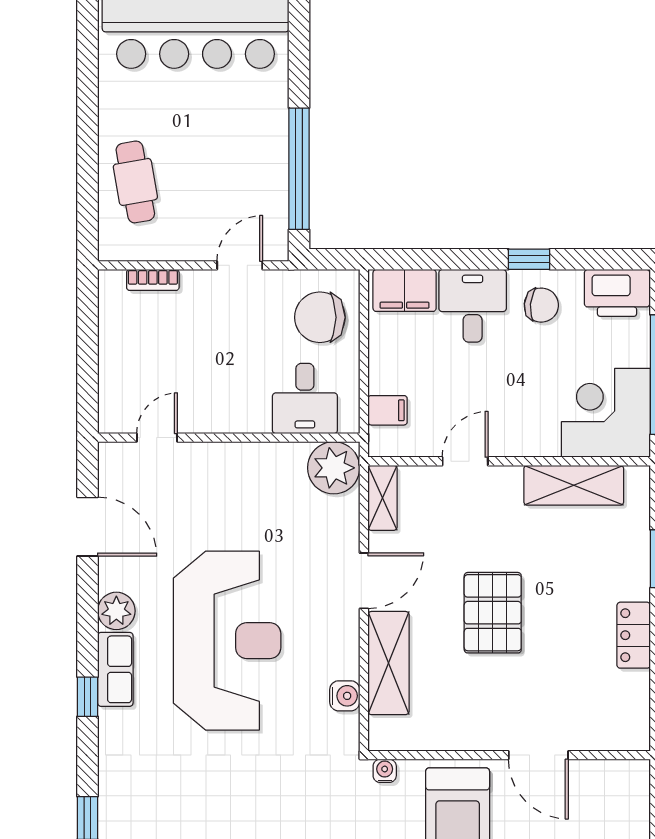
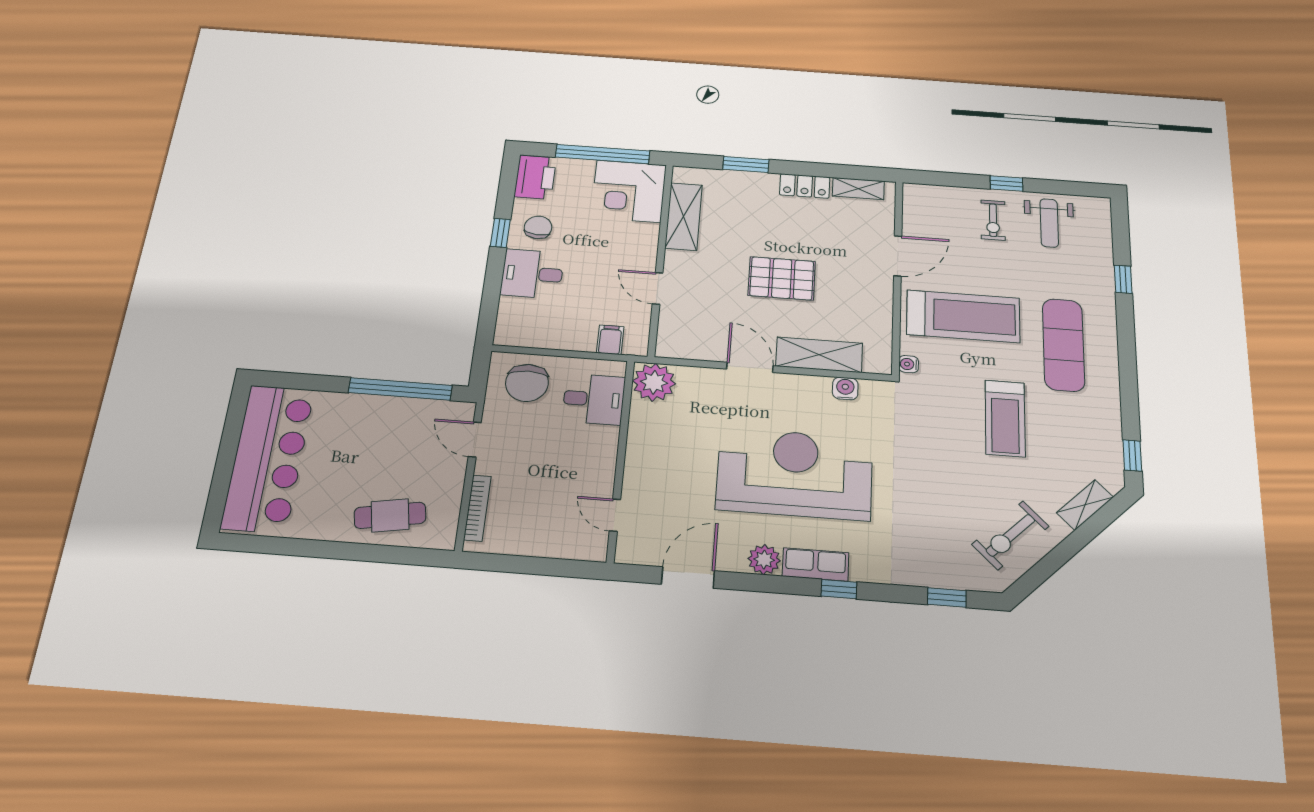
bookcase: (153, 280) -> (477, 508), width x1.56
filing cabinet: (405, 290) -> (513, 320), removed
shelving: (382, 498) -> (858, 189), moved

